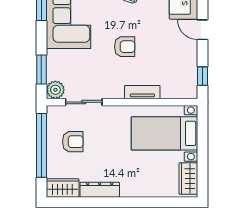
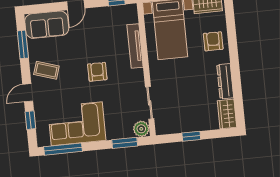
tv unit: (142, 92) -> (135, 46), width x1.41
armchair: (73, 142) -> (213, 41), moved
window: (41, 145) -> (191, 136), width x0.32

